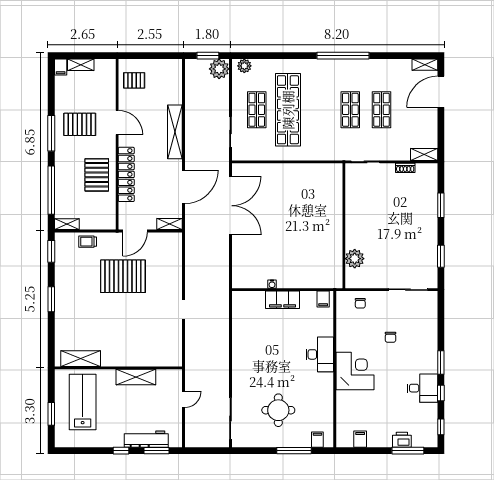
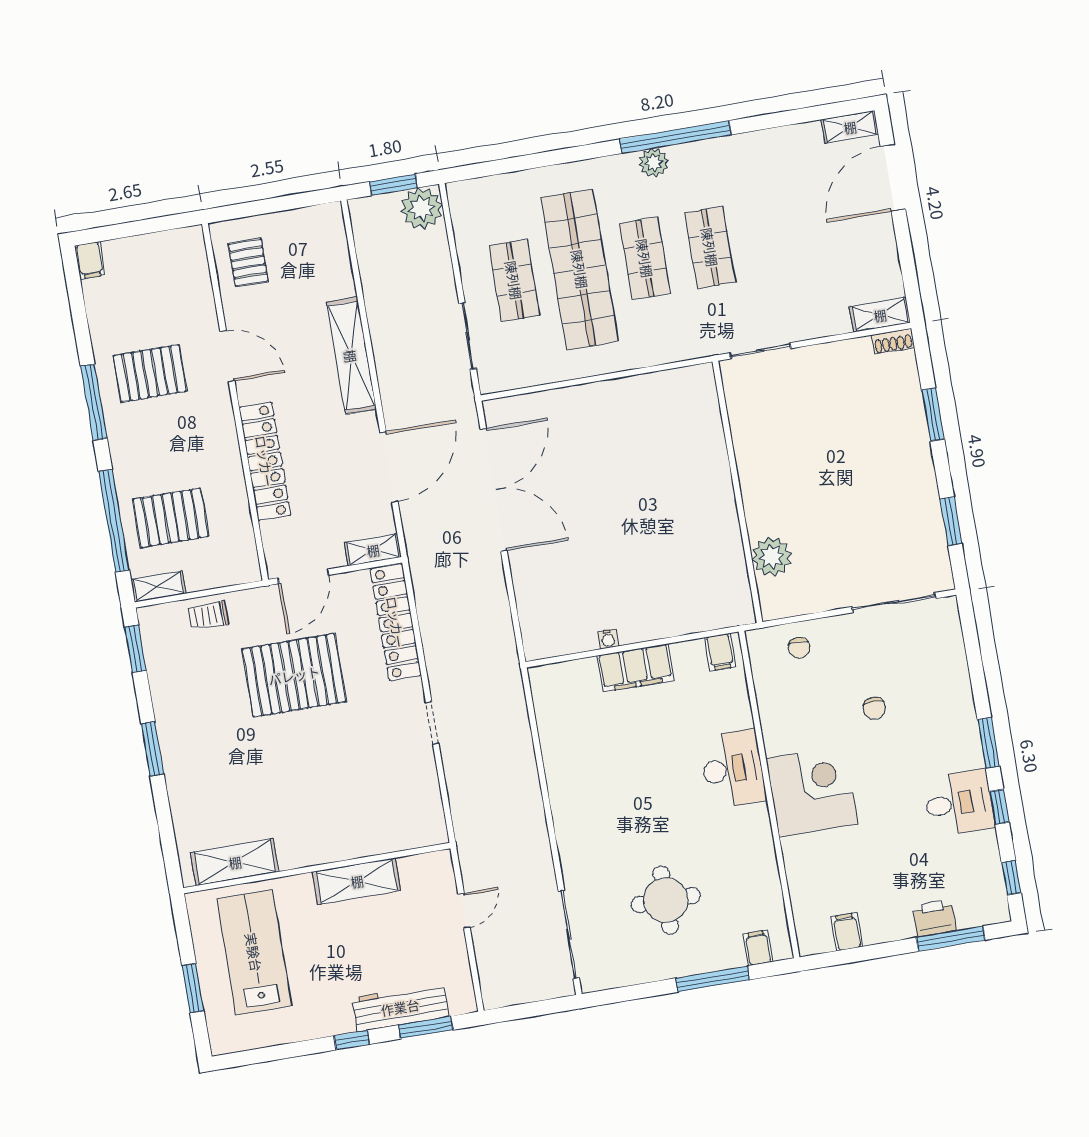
shelving: (81, 65) -> (131, 249), removed
plant: (244, 66) -> (654, 163), moved
pallet: (134, 80) -> (248, 262), turned 90
shop shelf: (382, 110) -> (645, 258), moved
shoe rack: (405, 168) -> (893, 341), moved
pallet: (97, 175) -> (171, 518), moved, turned 90
locker: (174, 260) -> (396, 622), added

